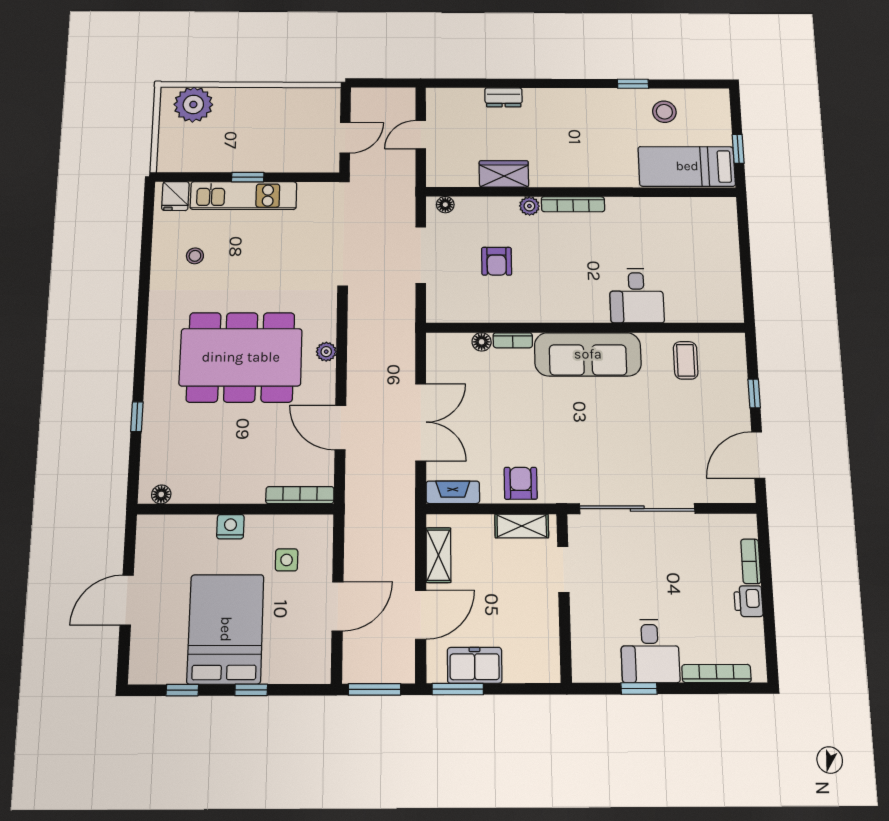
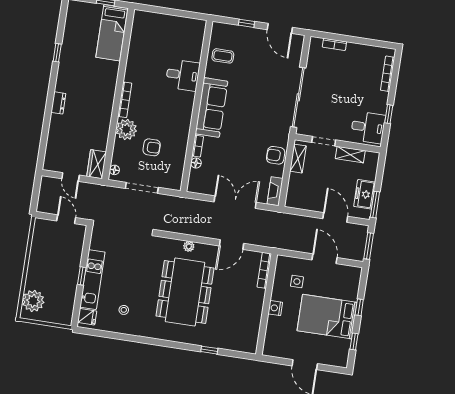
dresser: (504, 97) -> (58, 103), moved
stool: (664, 112) -> (77, 38), removed
wardrobe: (504, 174) -> (97, 164), moved
plant: (529, 206) -> (126, 129), width x1.88, depth x1.88
floor lamp: (161, 494) -> (253, 342), removed
shelving: (438, 555) -> (350, 155), moved
printer: (748, 601) -> (354, 50), removed
desk: (650, 651) -> (368, 127), moved

